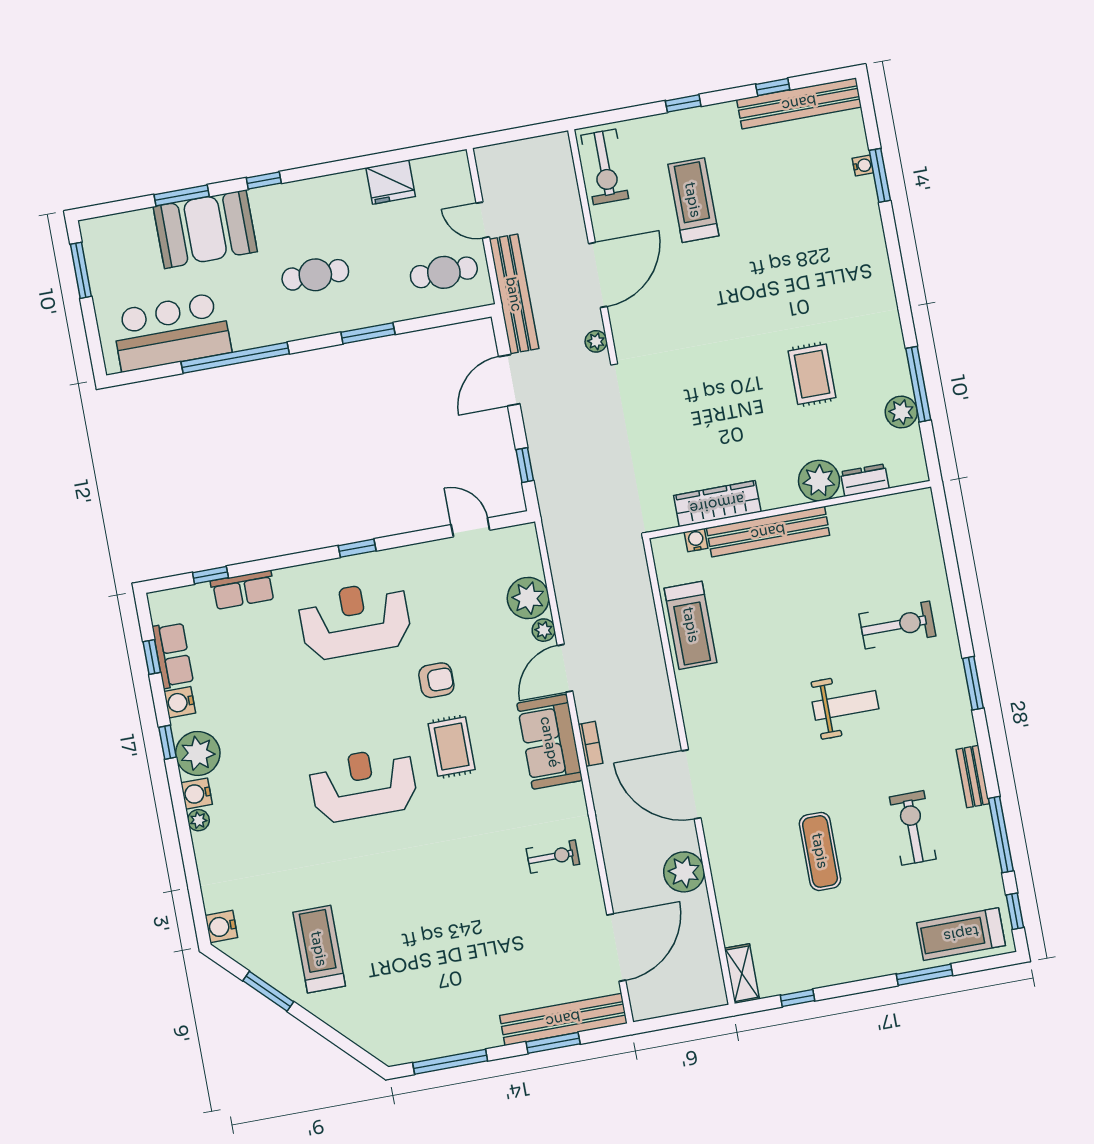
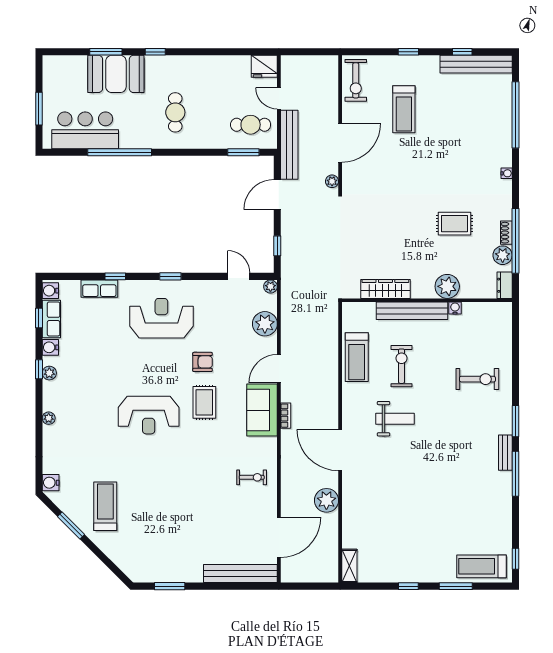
water cooler: (863, 165) -> (507, 173), moved
window: (880, 175) -> (515, 115), width x2.11
fridge: (391, 182) -> (264, 66), moved
treadmill: (693, 200) -> (404, 109), turned 180
window: (81, 270) -> (39, 109), moved
cafe table: (315, 275) -> (175, 112), turned 90
window: (368, 333) -> (243, 152), moved
shoe rack: (901, 373) -> (506, 233), added
rug: (812, 374) -> (455, 224), turned 90
window: (918, 384) -> (515, 241), width x1.46
dresser: (865, 480) -> (505, 285), moved, turned -90
water cooler: (696, 540) -> (455, 308), moved
window: (210, 575) -> (115, 276), moved
plant: (544, 630) -> (270, 287), moved
weight bench: (845, 705) -> (395, 419), moved
plant: (198, 753) -> (49, 373), width x0.53, depth x0.53
bench: (973, 777) -> (505, 453), moved
reception desk: (363, 785) -> (149, 415), turned 180
water cooler: (196, 794) -> (50, 291), moved
exercise bike: (913, 828) -> (402, 366), moved
window: (1001, 835) -> (515, 474), moved
exercise mat: (820, 851) -> (408, 503), removed
window: (798, 998) -> (408, 586), moved
window: (553, 1043) -> (232, 586), removed
window: (450, 1062) -> (170, 586), width x0.69

